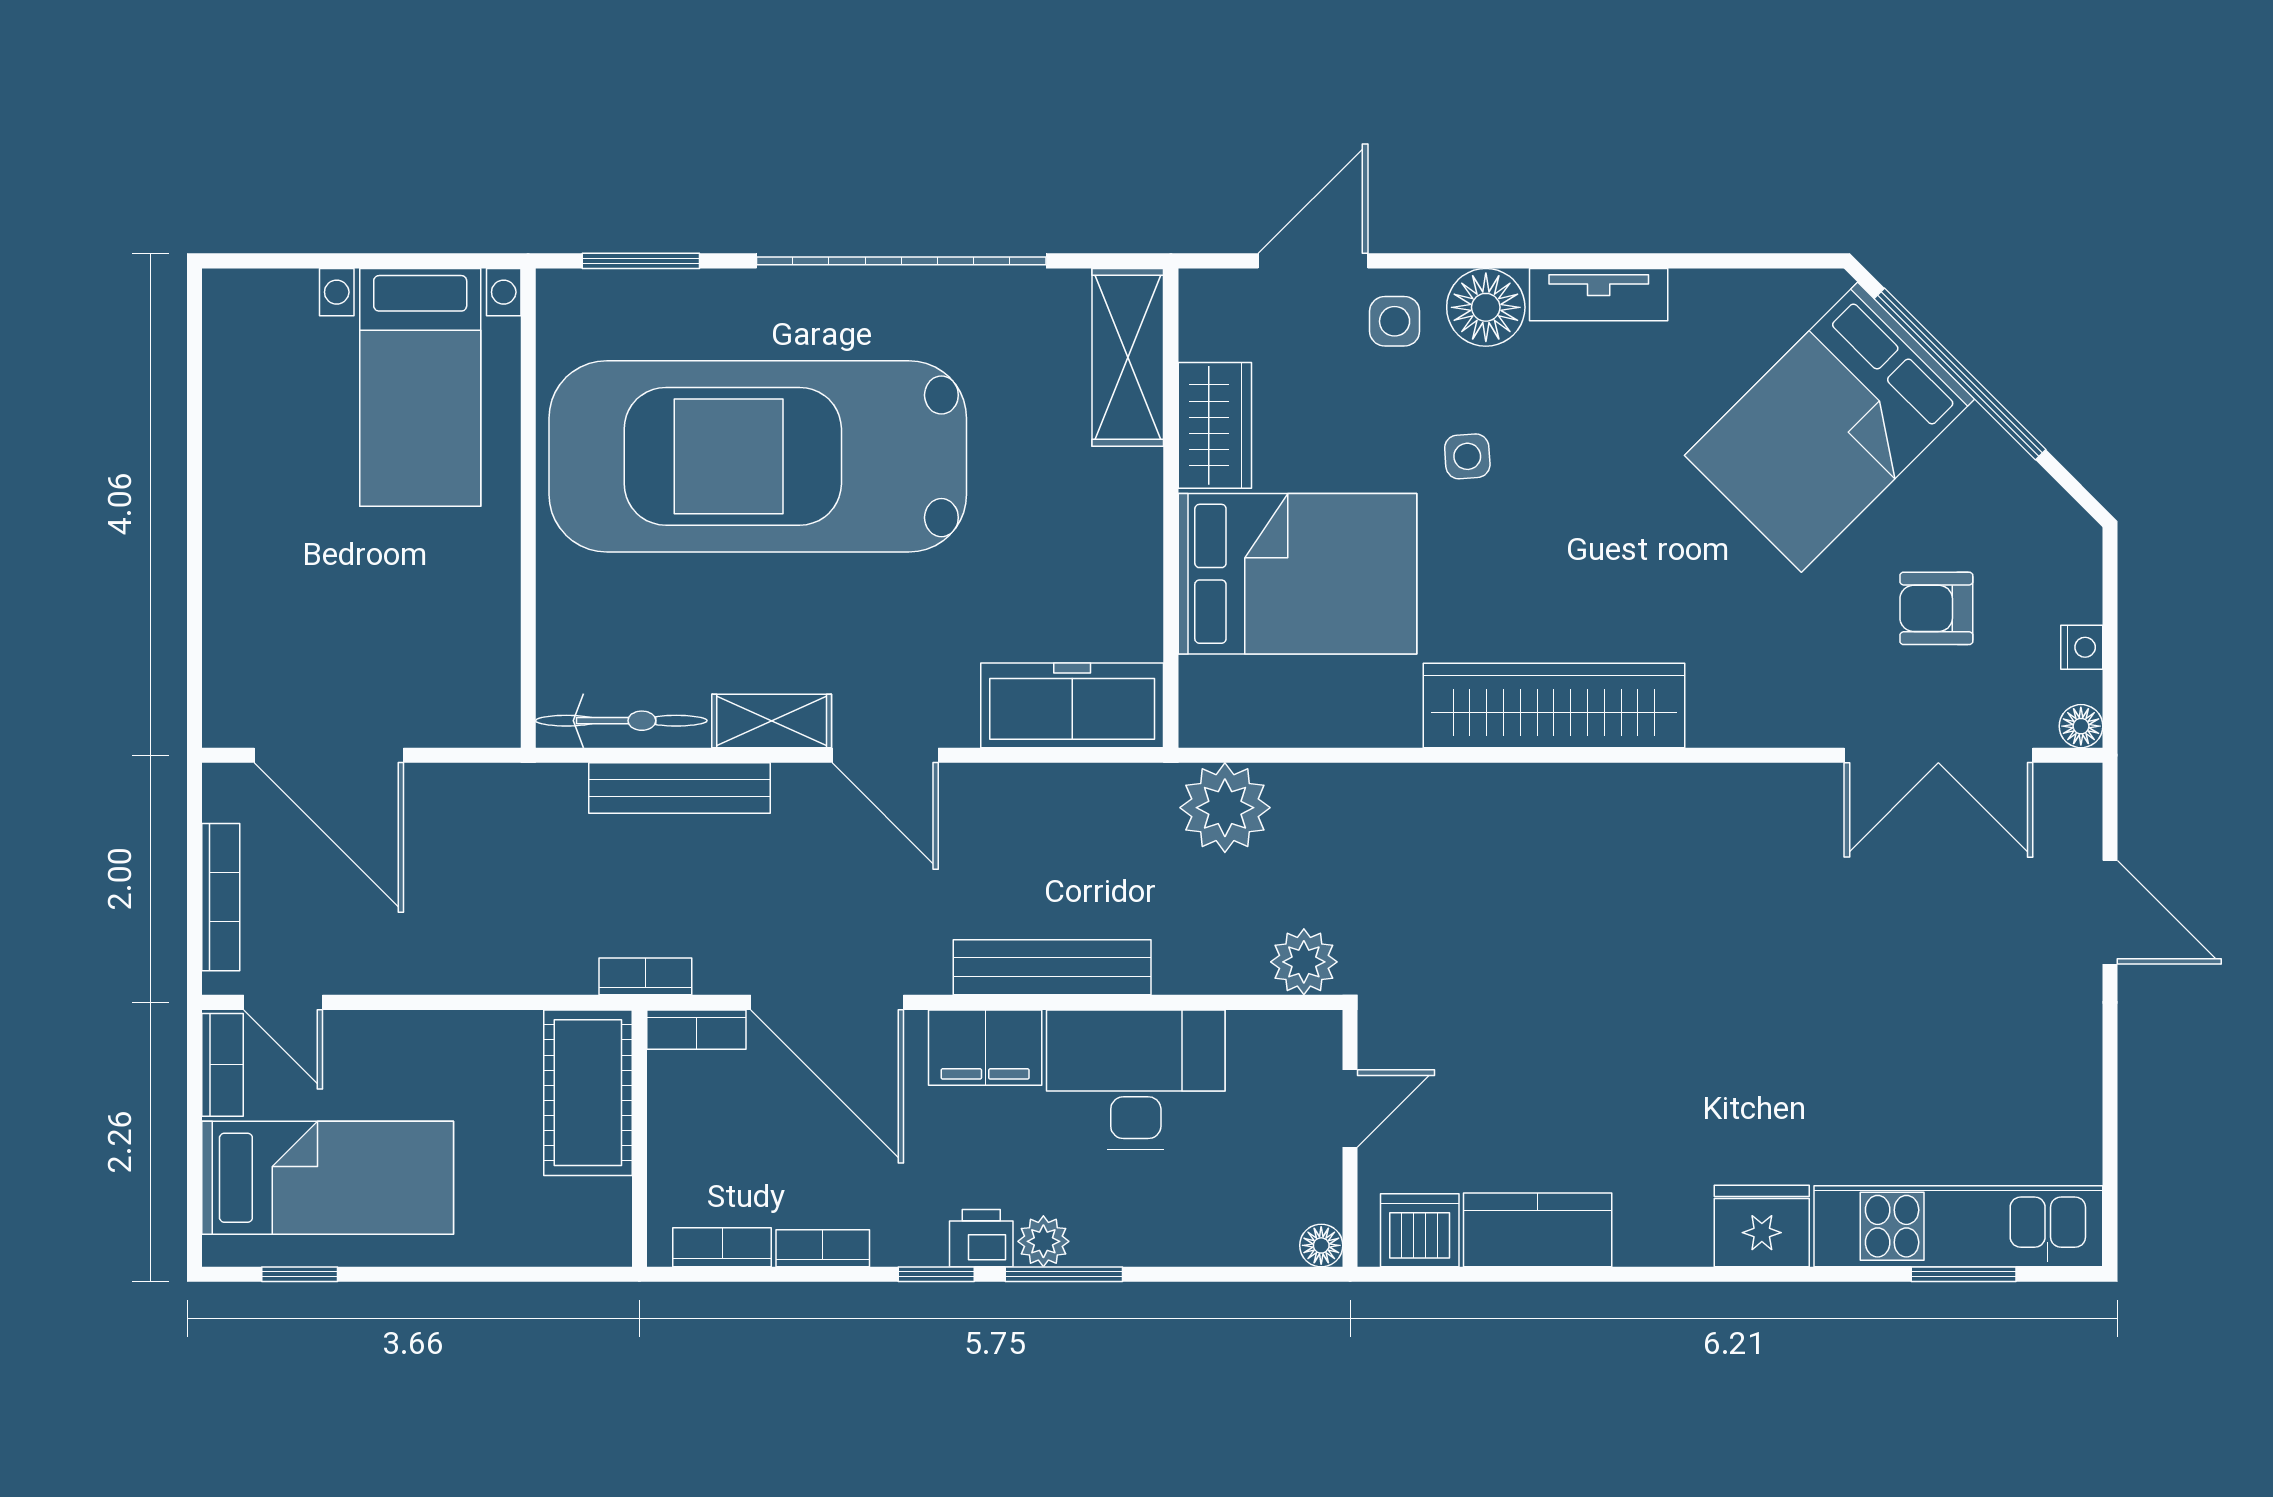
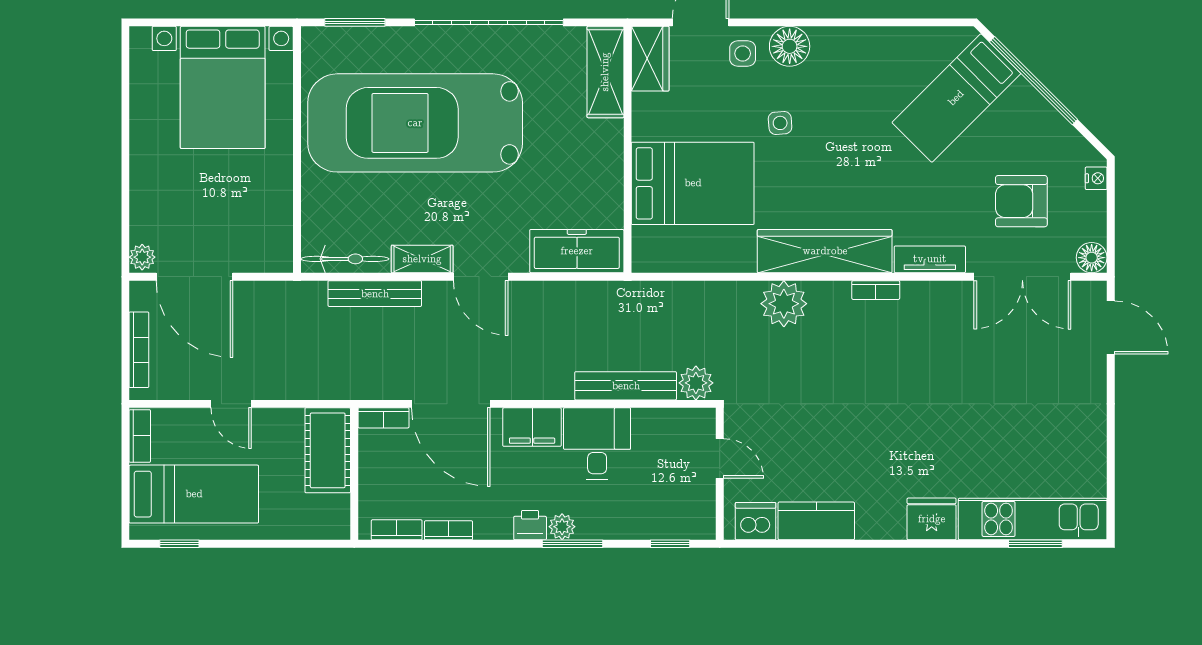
tv unit: (1599, 295) -> (930, 259), moved, turned 180
bed with nightstands: (420, 387) -> (223, 87), width x1.36
wardrobe: (1215, 425) -> (650, 59), moved
bed: (1829, 427) -> (956, 98), width x0.67
armchair: (1936, 608) -> (1021, 201), width x1.38, depth x1.38
nightstand: (2082, 647) -> (1096, 178), moved
plant: (227, 717) -> (142, 257), added
floor lamp: (2081, 726) -> (1092, 258), width x1.37, depth x1.37
plant: (1225, 808) -> (784, 304), moved
door: (2110, 912) -> (1111, 328), moved
bench: (1052, 967) -> (626, 386), moved
bookcase: (645, 976) -> (876, 290), moved, turned 180
door: (283, 1002) -> (231, 404), moved
desk: (1136, 1080) -> (597, 444), width x0.73
door: (1350, 1108) -> (720, 458), hinge flipped
floor lamp: (1321, 1245) -> (705, 529), removed
window: (936, 1274) -> (670, 544), moved

